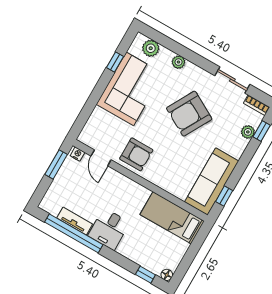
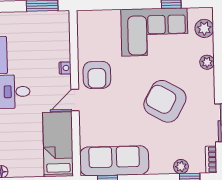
nightstand: (77, 154) -> (65, 68), moved
door: (101, 158) -> (75, 100), moved

